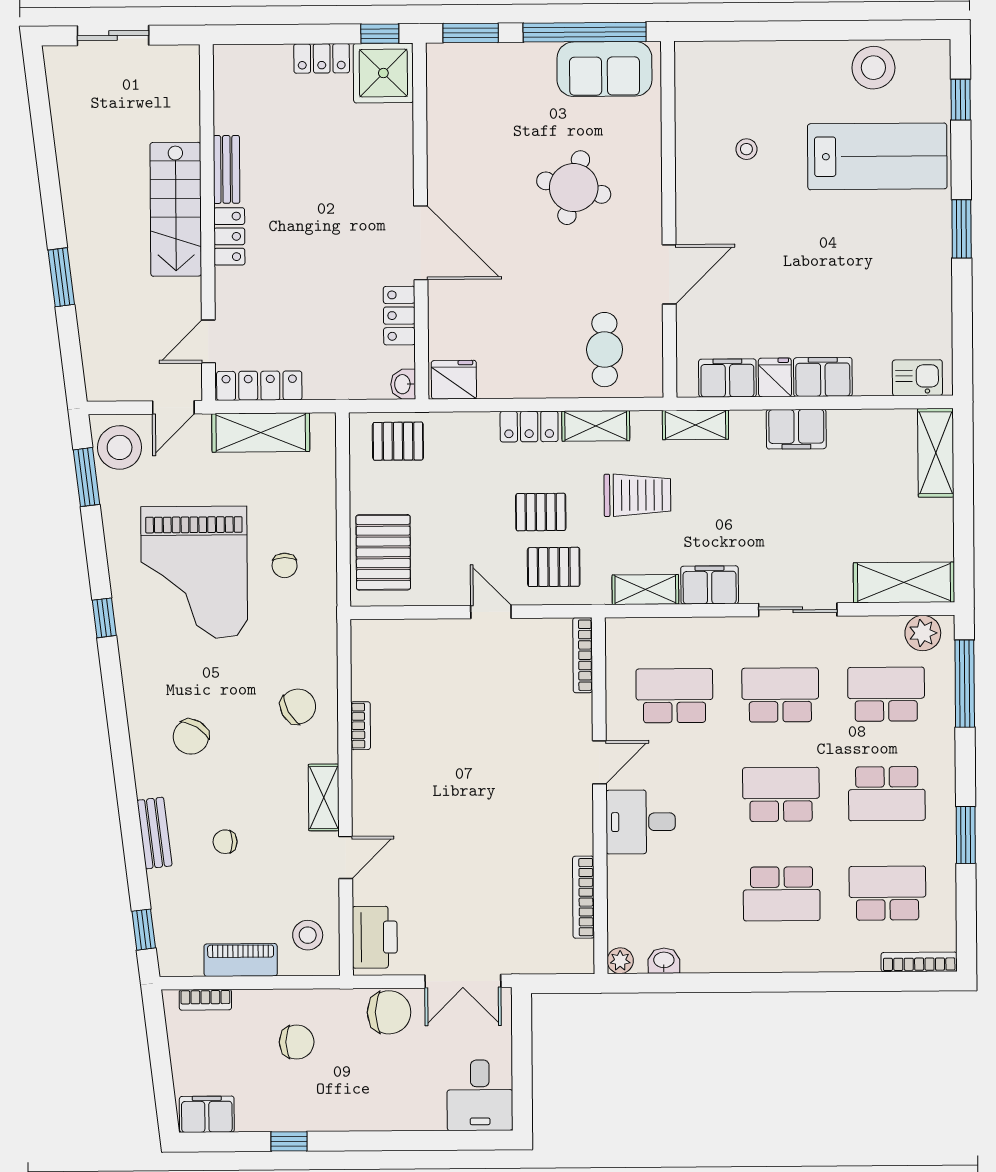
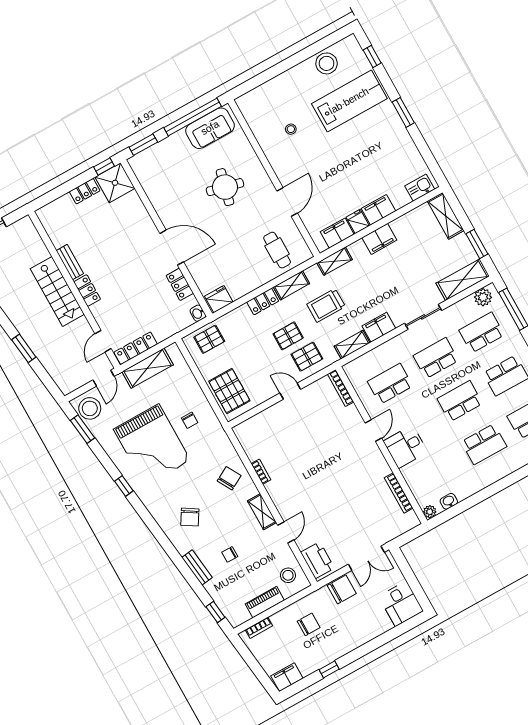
trolley: (637, 495) -> (326, 305), turned 180
window: (964, 533) -> (477, 244), added

